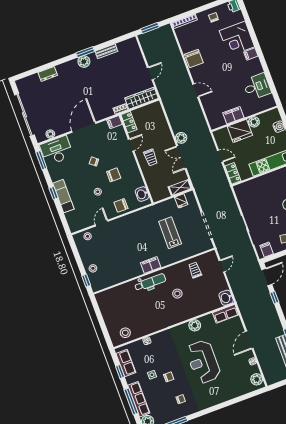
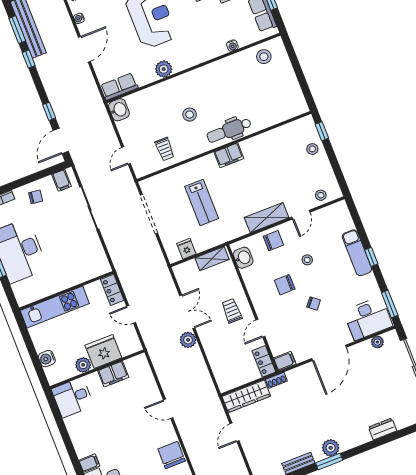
desk: (257, 87) -> (72, 397), moved
shelving: (180, 188) -> (212, 259), moved
shelving: (125, 221) -> (267, 218), added

